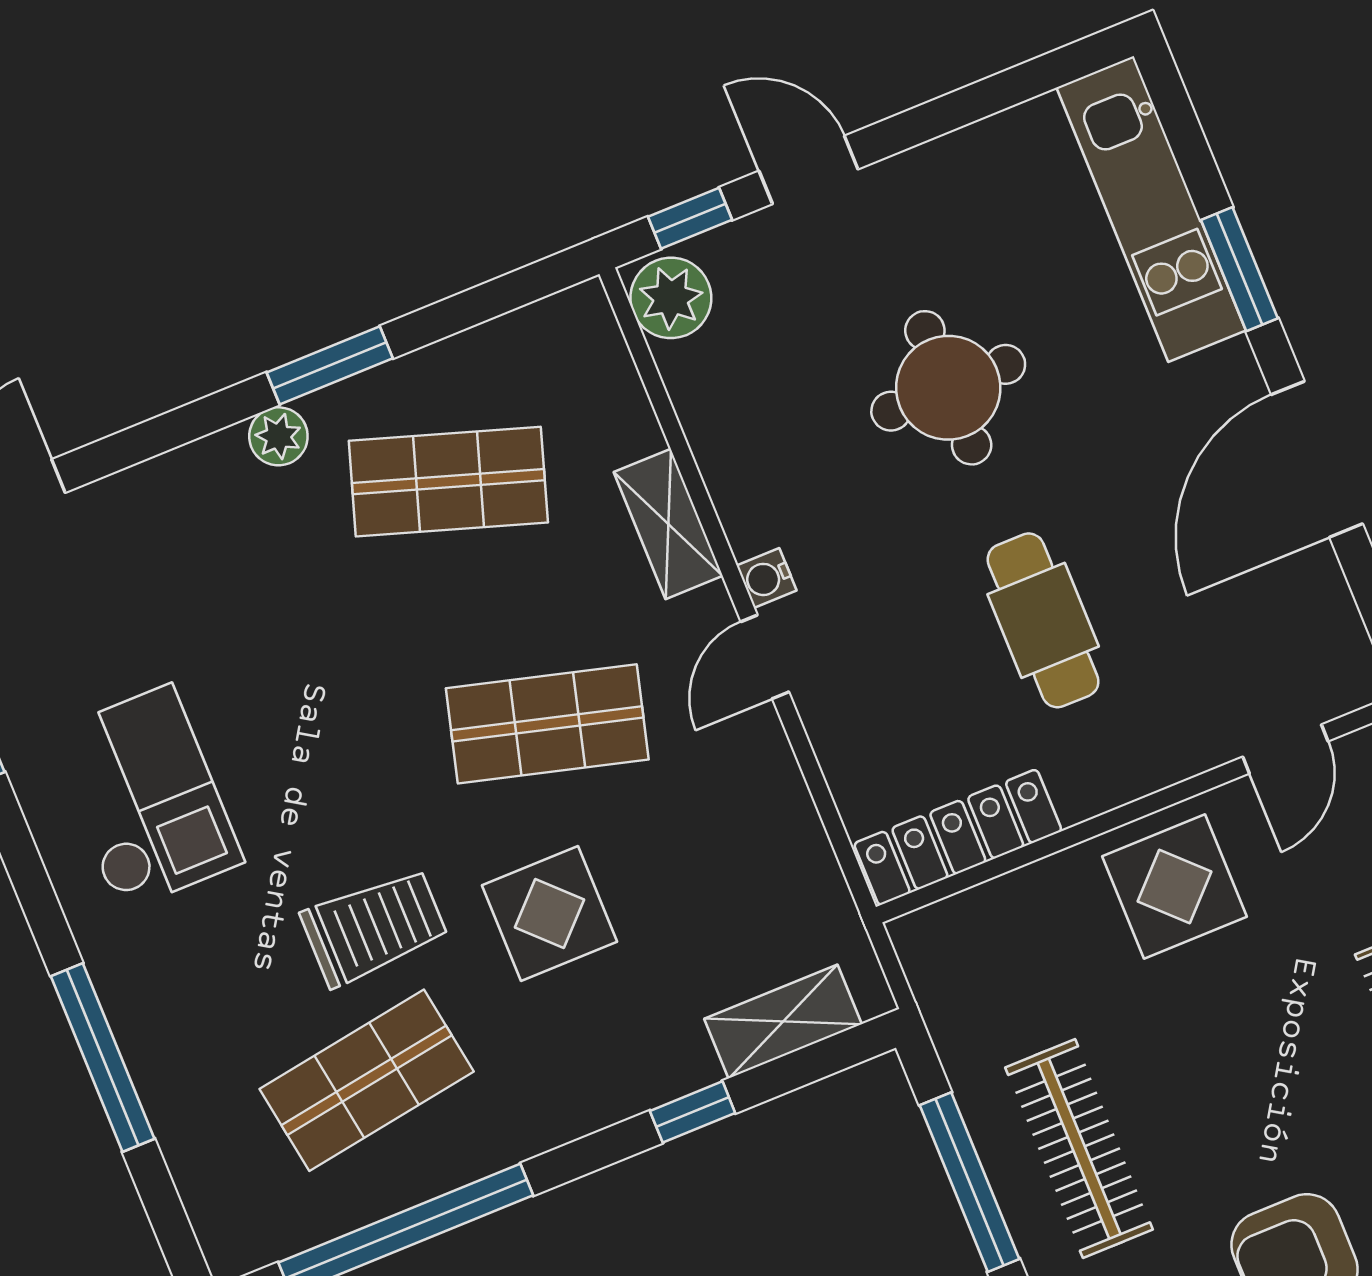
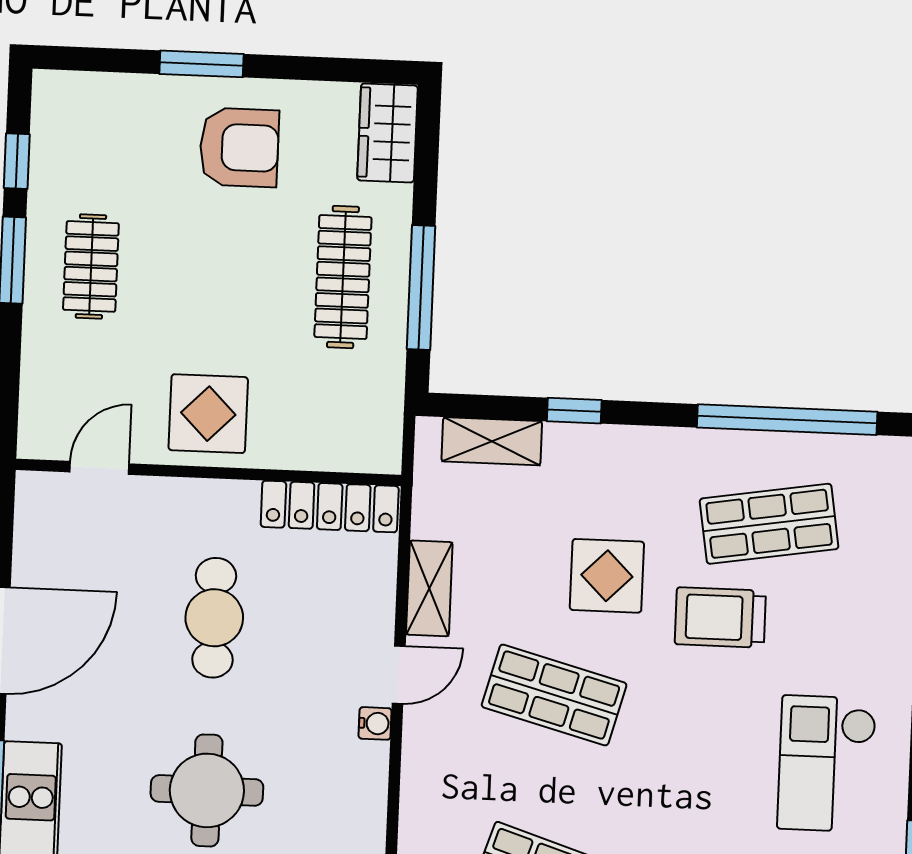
shelving: (668, 524) -> (429, 588), moved

